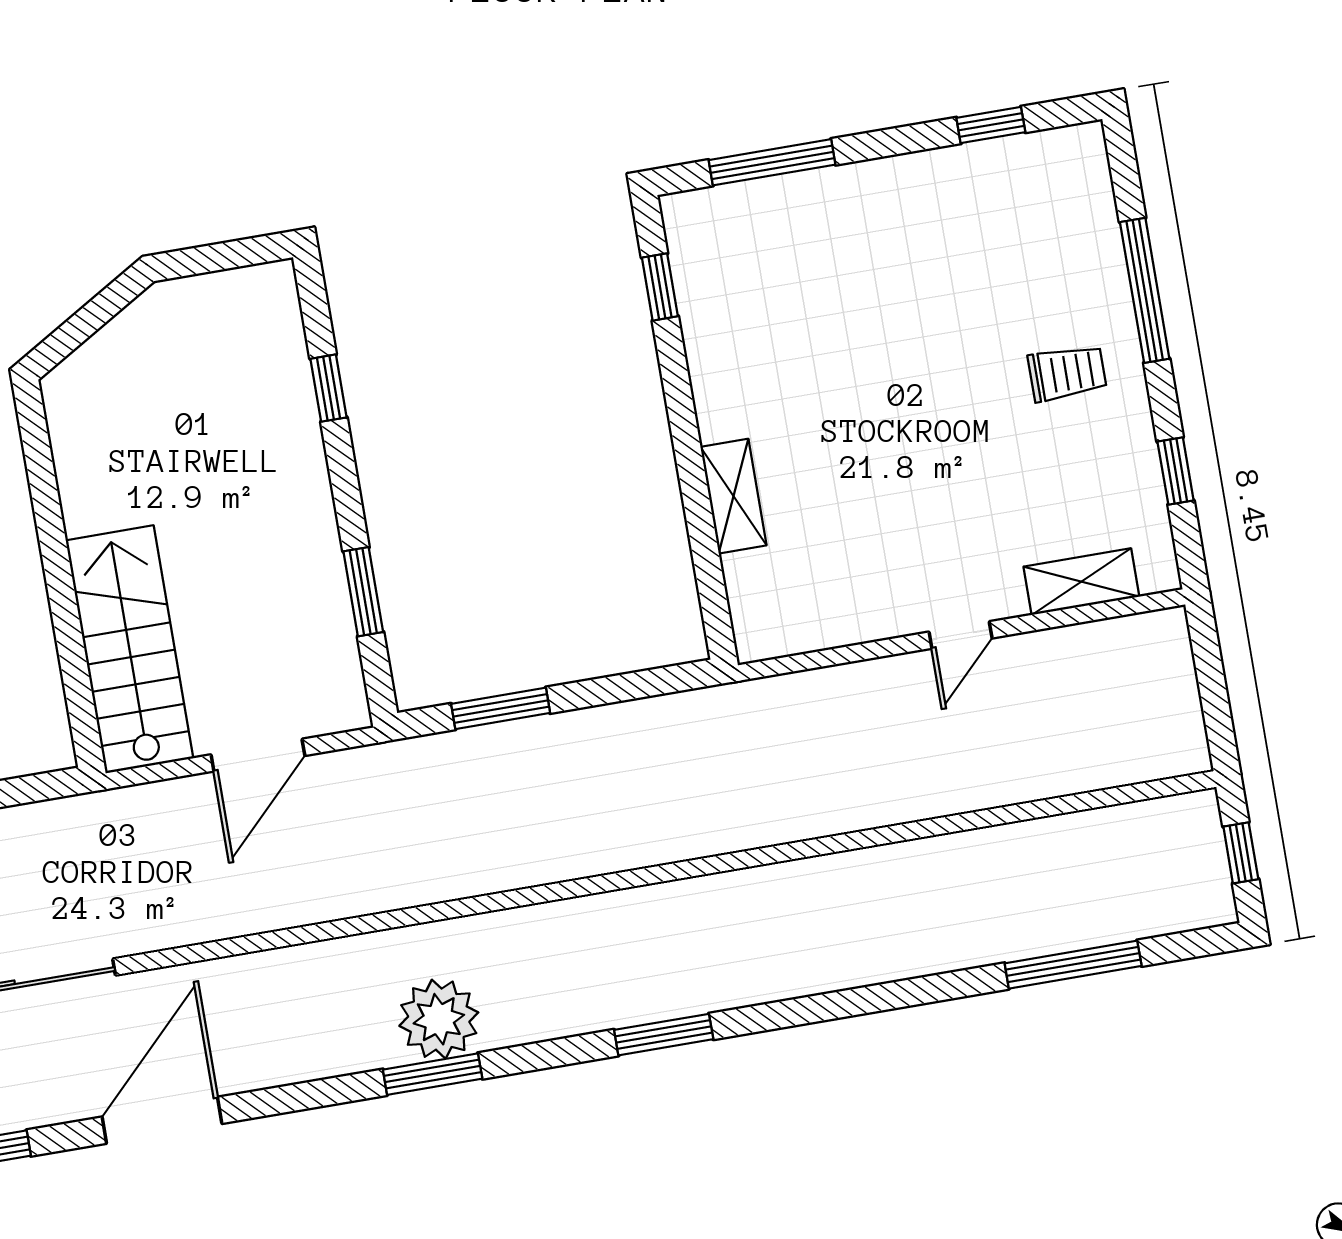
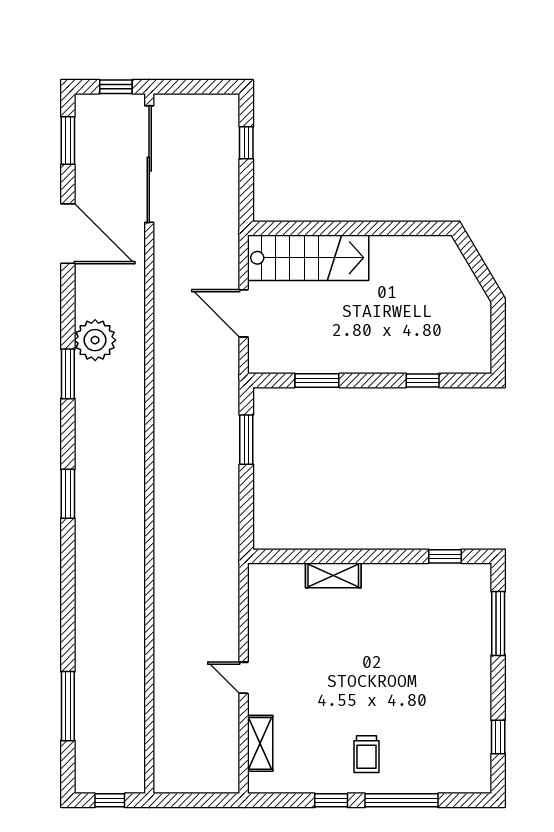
window: (1176, 471) -> (331, 800), moved
plant: (439, 1019) -> (95, 340), moved

